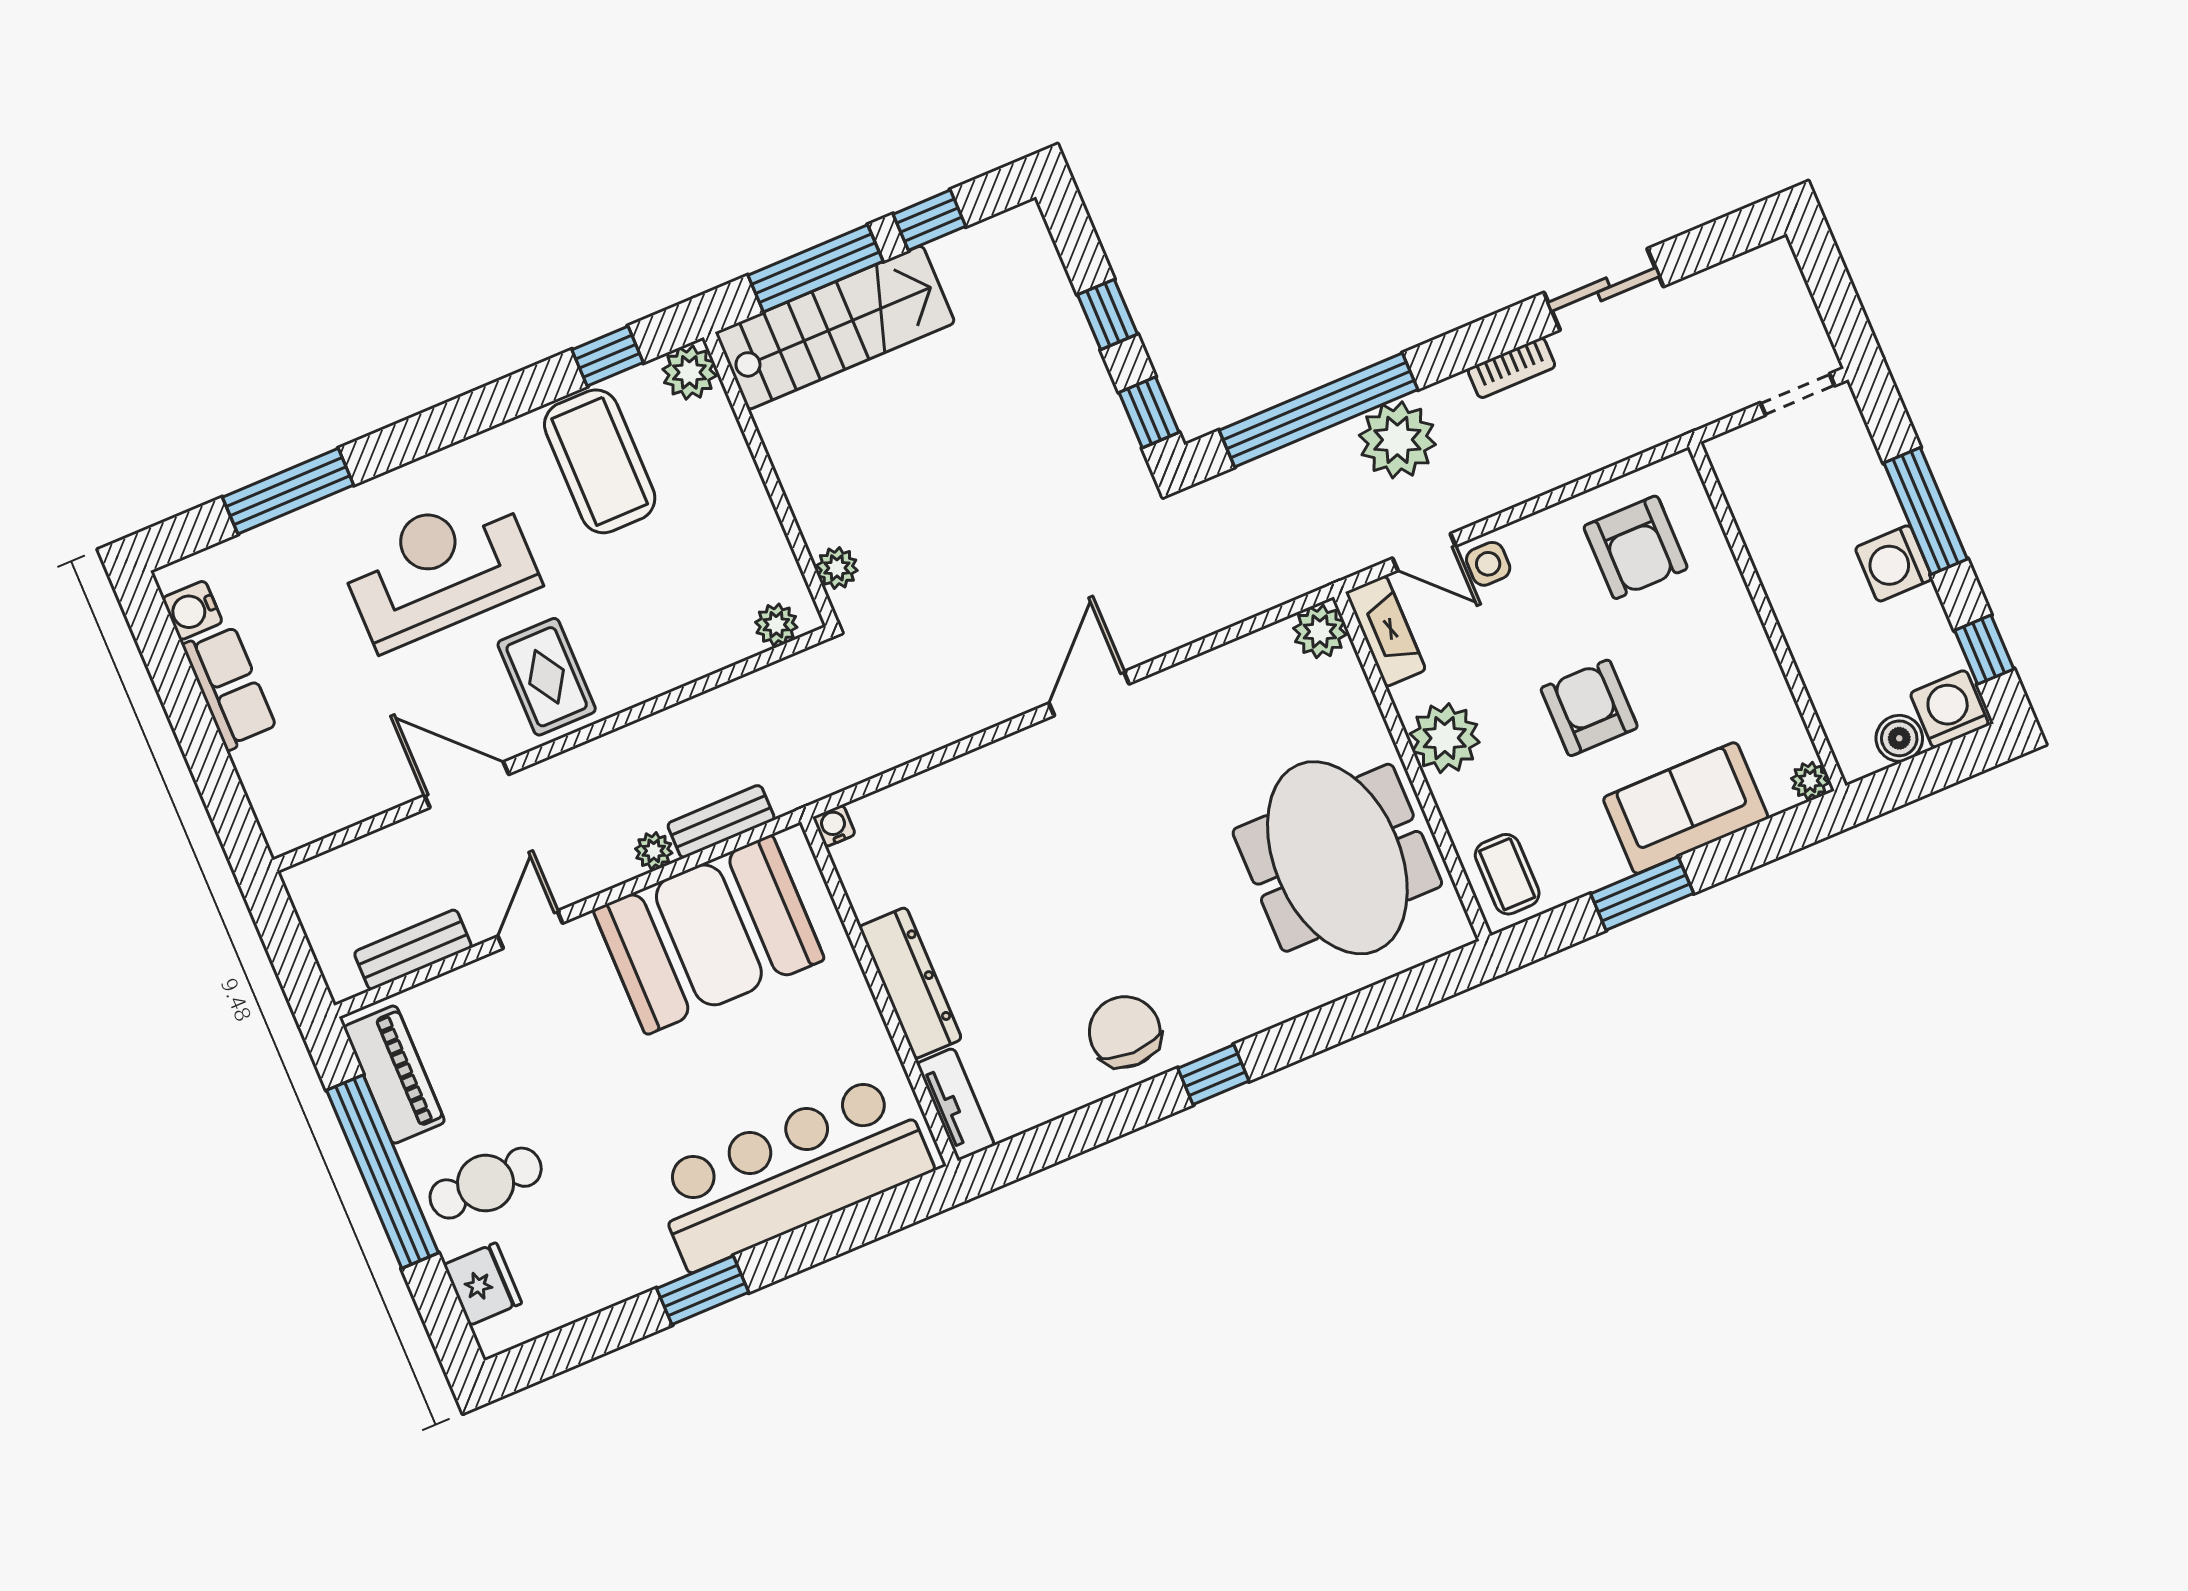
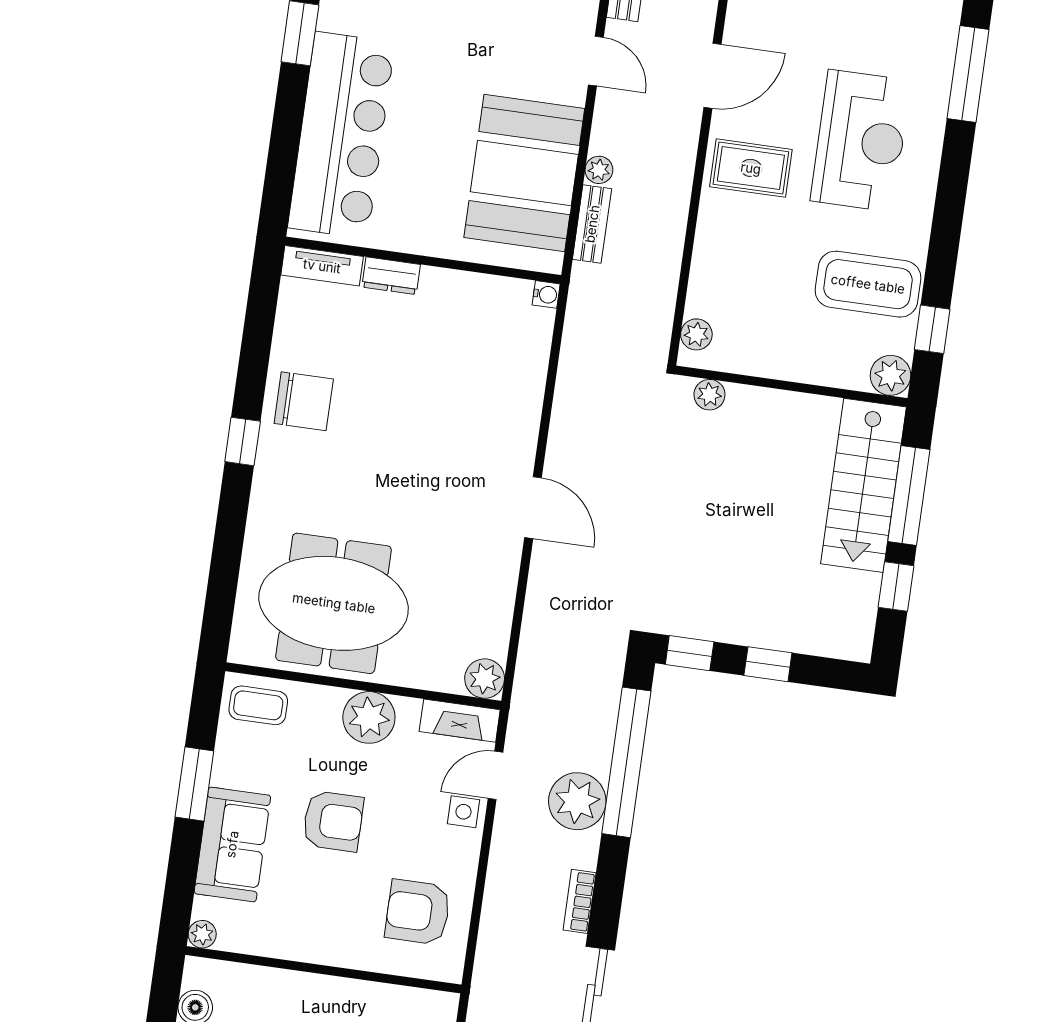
dresser: (910, 983) -> (391, 276), width x0.51, depth x0.80

